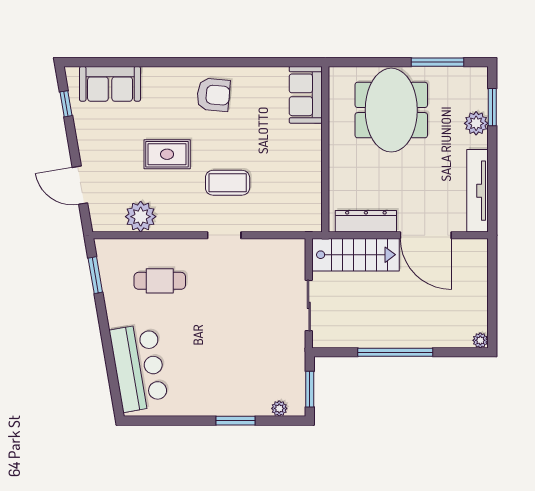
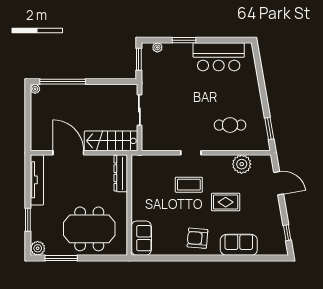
sofa: (110, 84) -> (239, 245), moved
window: (492, 107) -> (28, 220), moved
meeting table: (391, 110) -> (89, 229), turned 90
plant: (476, 123) -> (38, 248), moved
dresser: (366, 221) -> (121, 173), moved, turned 90
window: (395, 352) -> (63, 82), moved
bar counter: (139, 367) -> (219, 57), moved, turned -80

